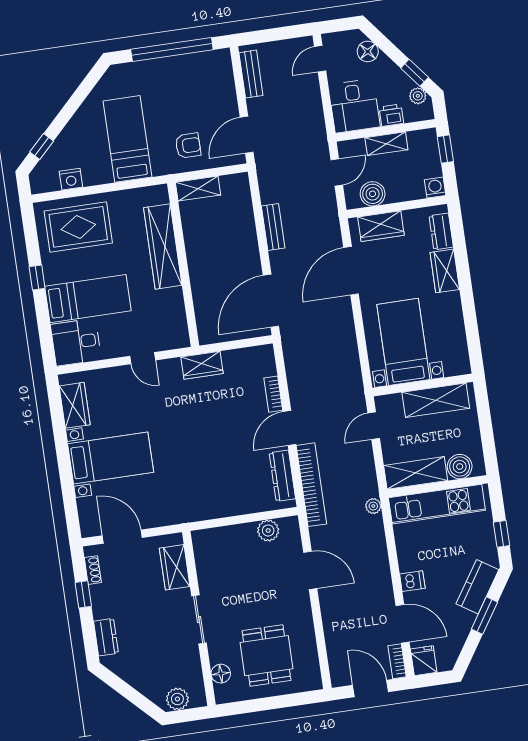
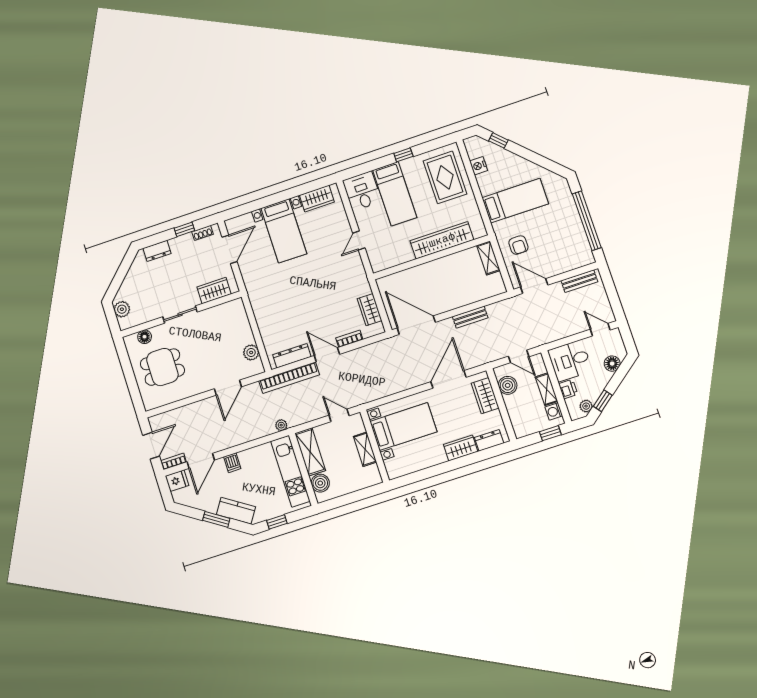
washing machine: (435, 188) -> (554, 411), moved, turned 180
door: (351, 271) -> (448, 379), hinge flipped
wardrobe: (202, 365) -> (370, 310), moved
shelving: (436, 400) -> (365, 449), width x0.67, depth x0.75

